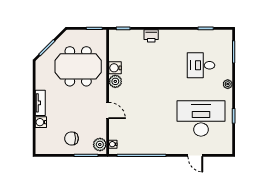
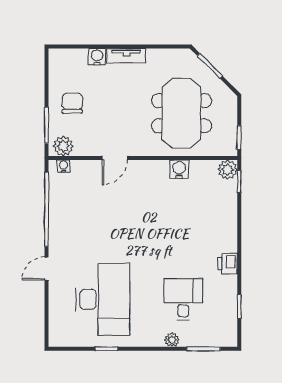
printer: (151, 36) -> (228, 264), moved
plant: (115, 81) -> (228, 170), moved
plant: (228, 84) -> (172, 340), moved
door: (195, 155) -> (47, 269), moved

